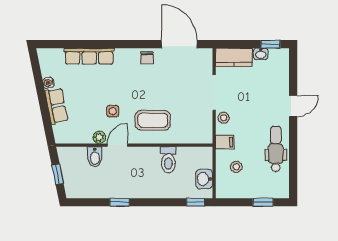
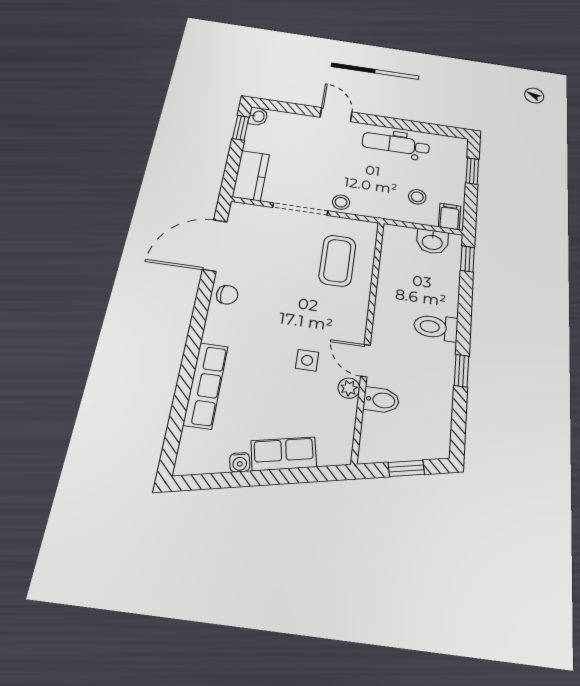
washbasin: (261, 54) -> (258, 116), moved
coffee table: (153, 120) -> (337, 261), moved
filing cabinet: (225, 142) -> (450, 216), moved
toilet: (168, 160) -> (436, 327), moved, turned 180

